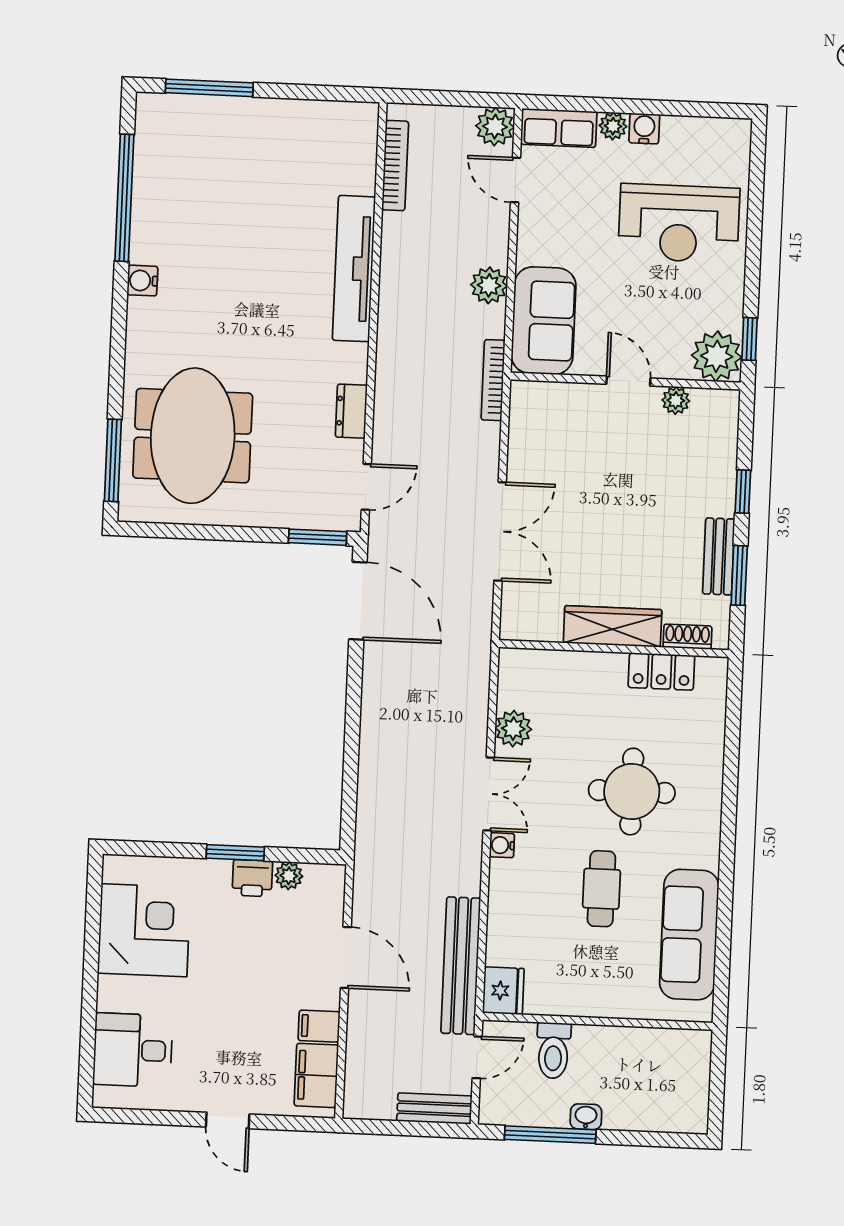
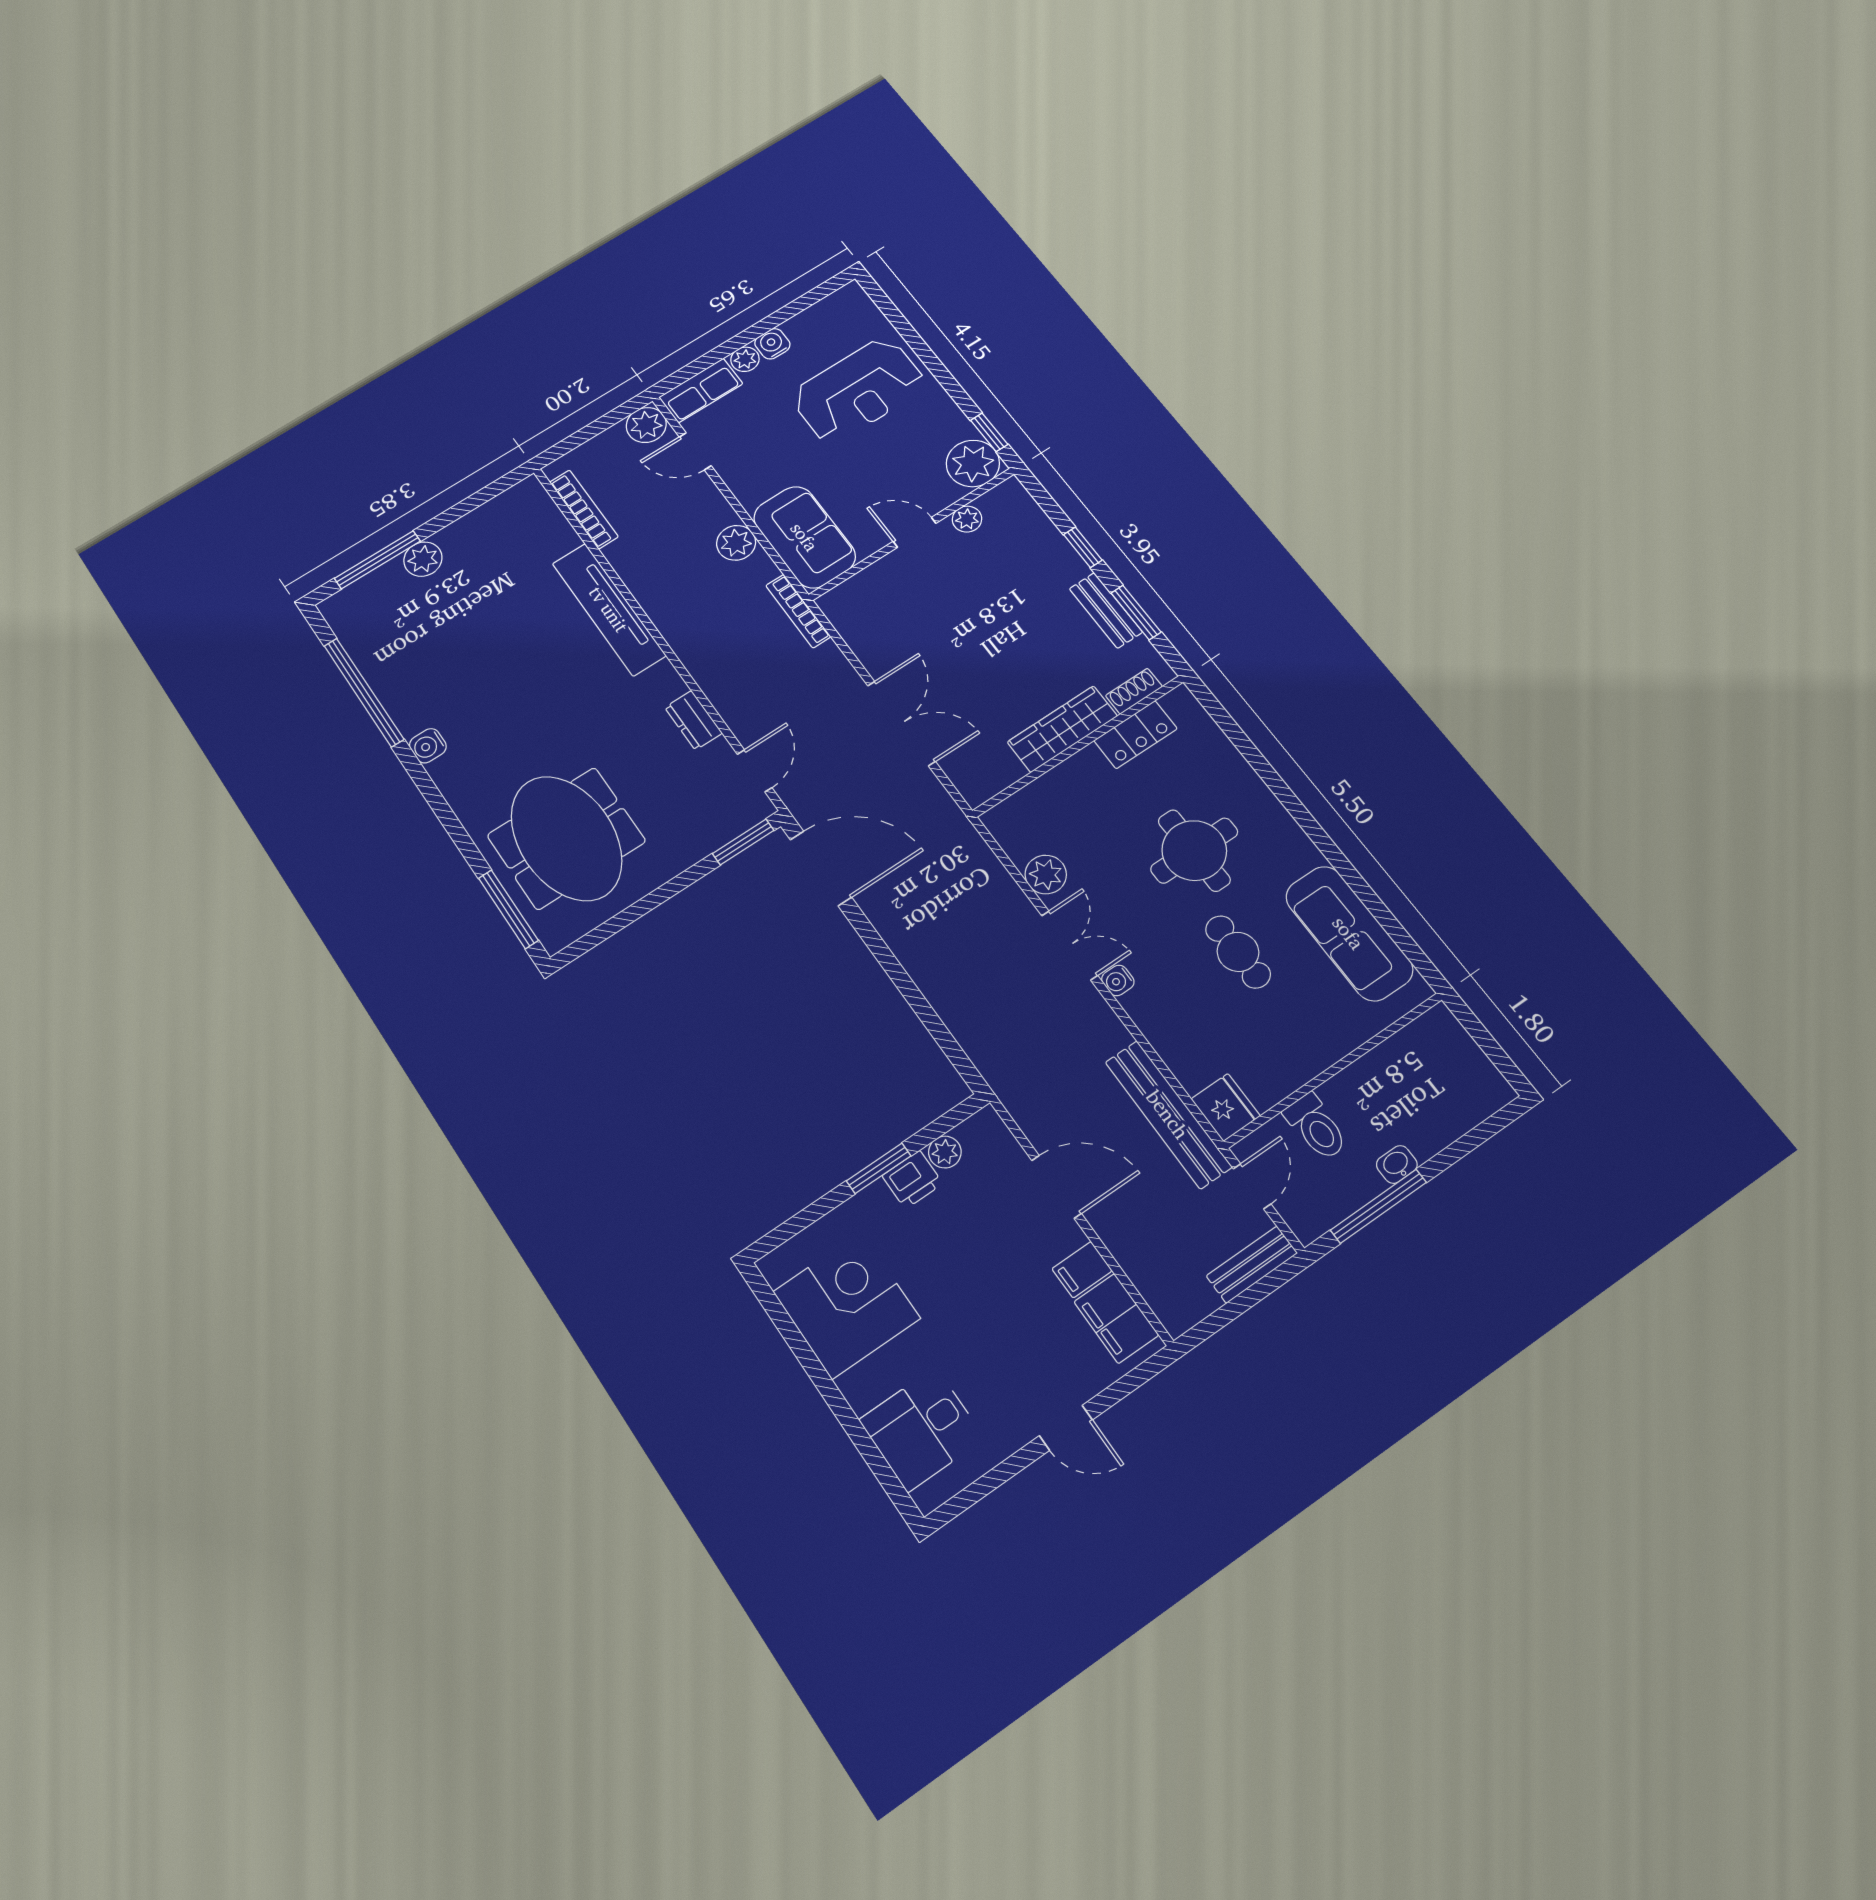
plant: (244, 114) -> (423, 559), added

